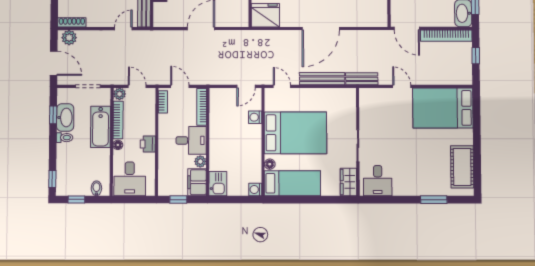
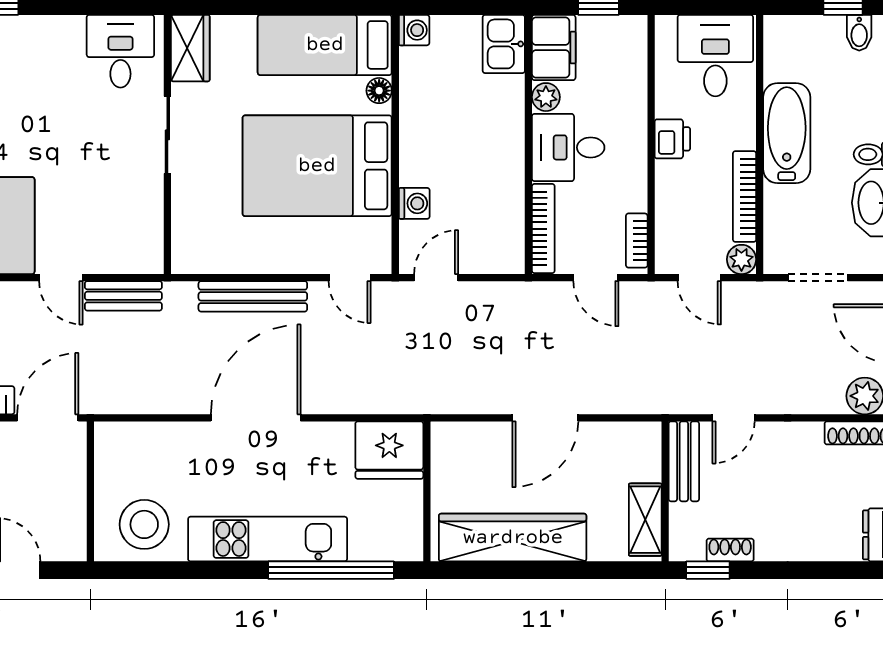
door: (407, 28) -> (48, 418), hinge flipped
bench: (362, 79) -> (123, 296), moved
bathtub: (101, 127) -> (787, 133), moved
floor lamp: (118, 145) -> (745, 137), removed
bidet: (96, 188) -> (859, 33), moved

